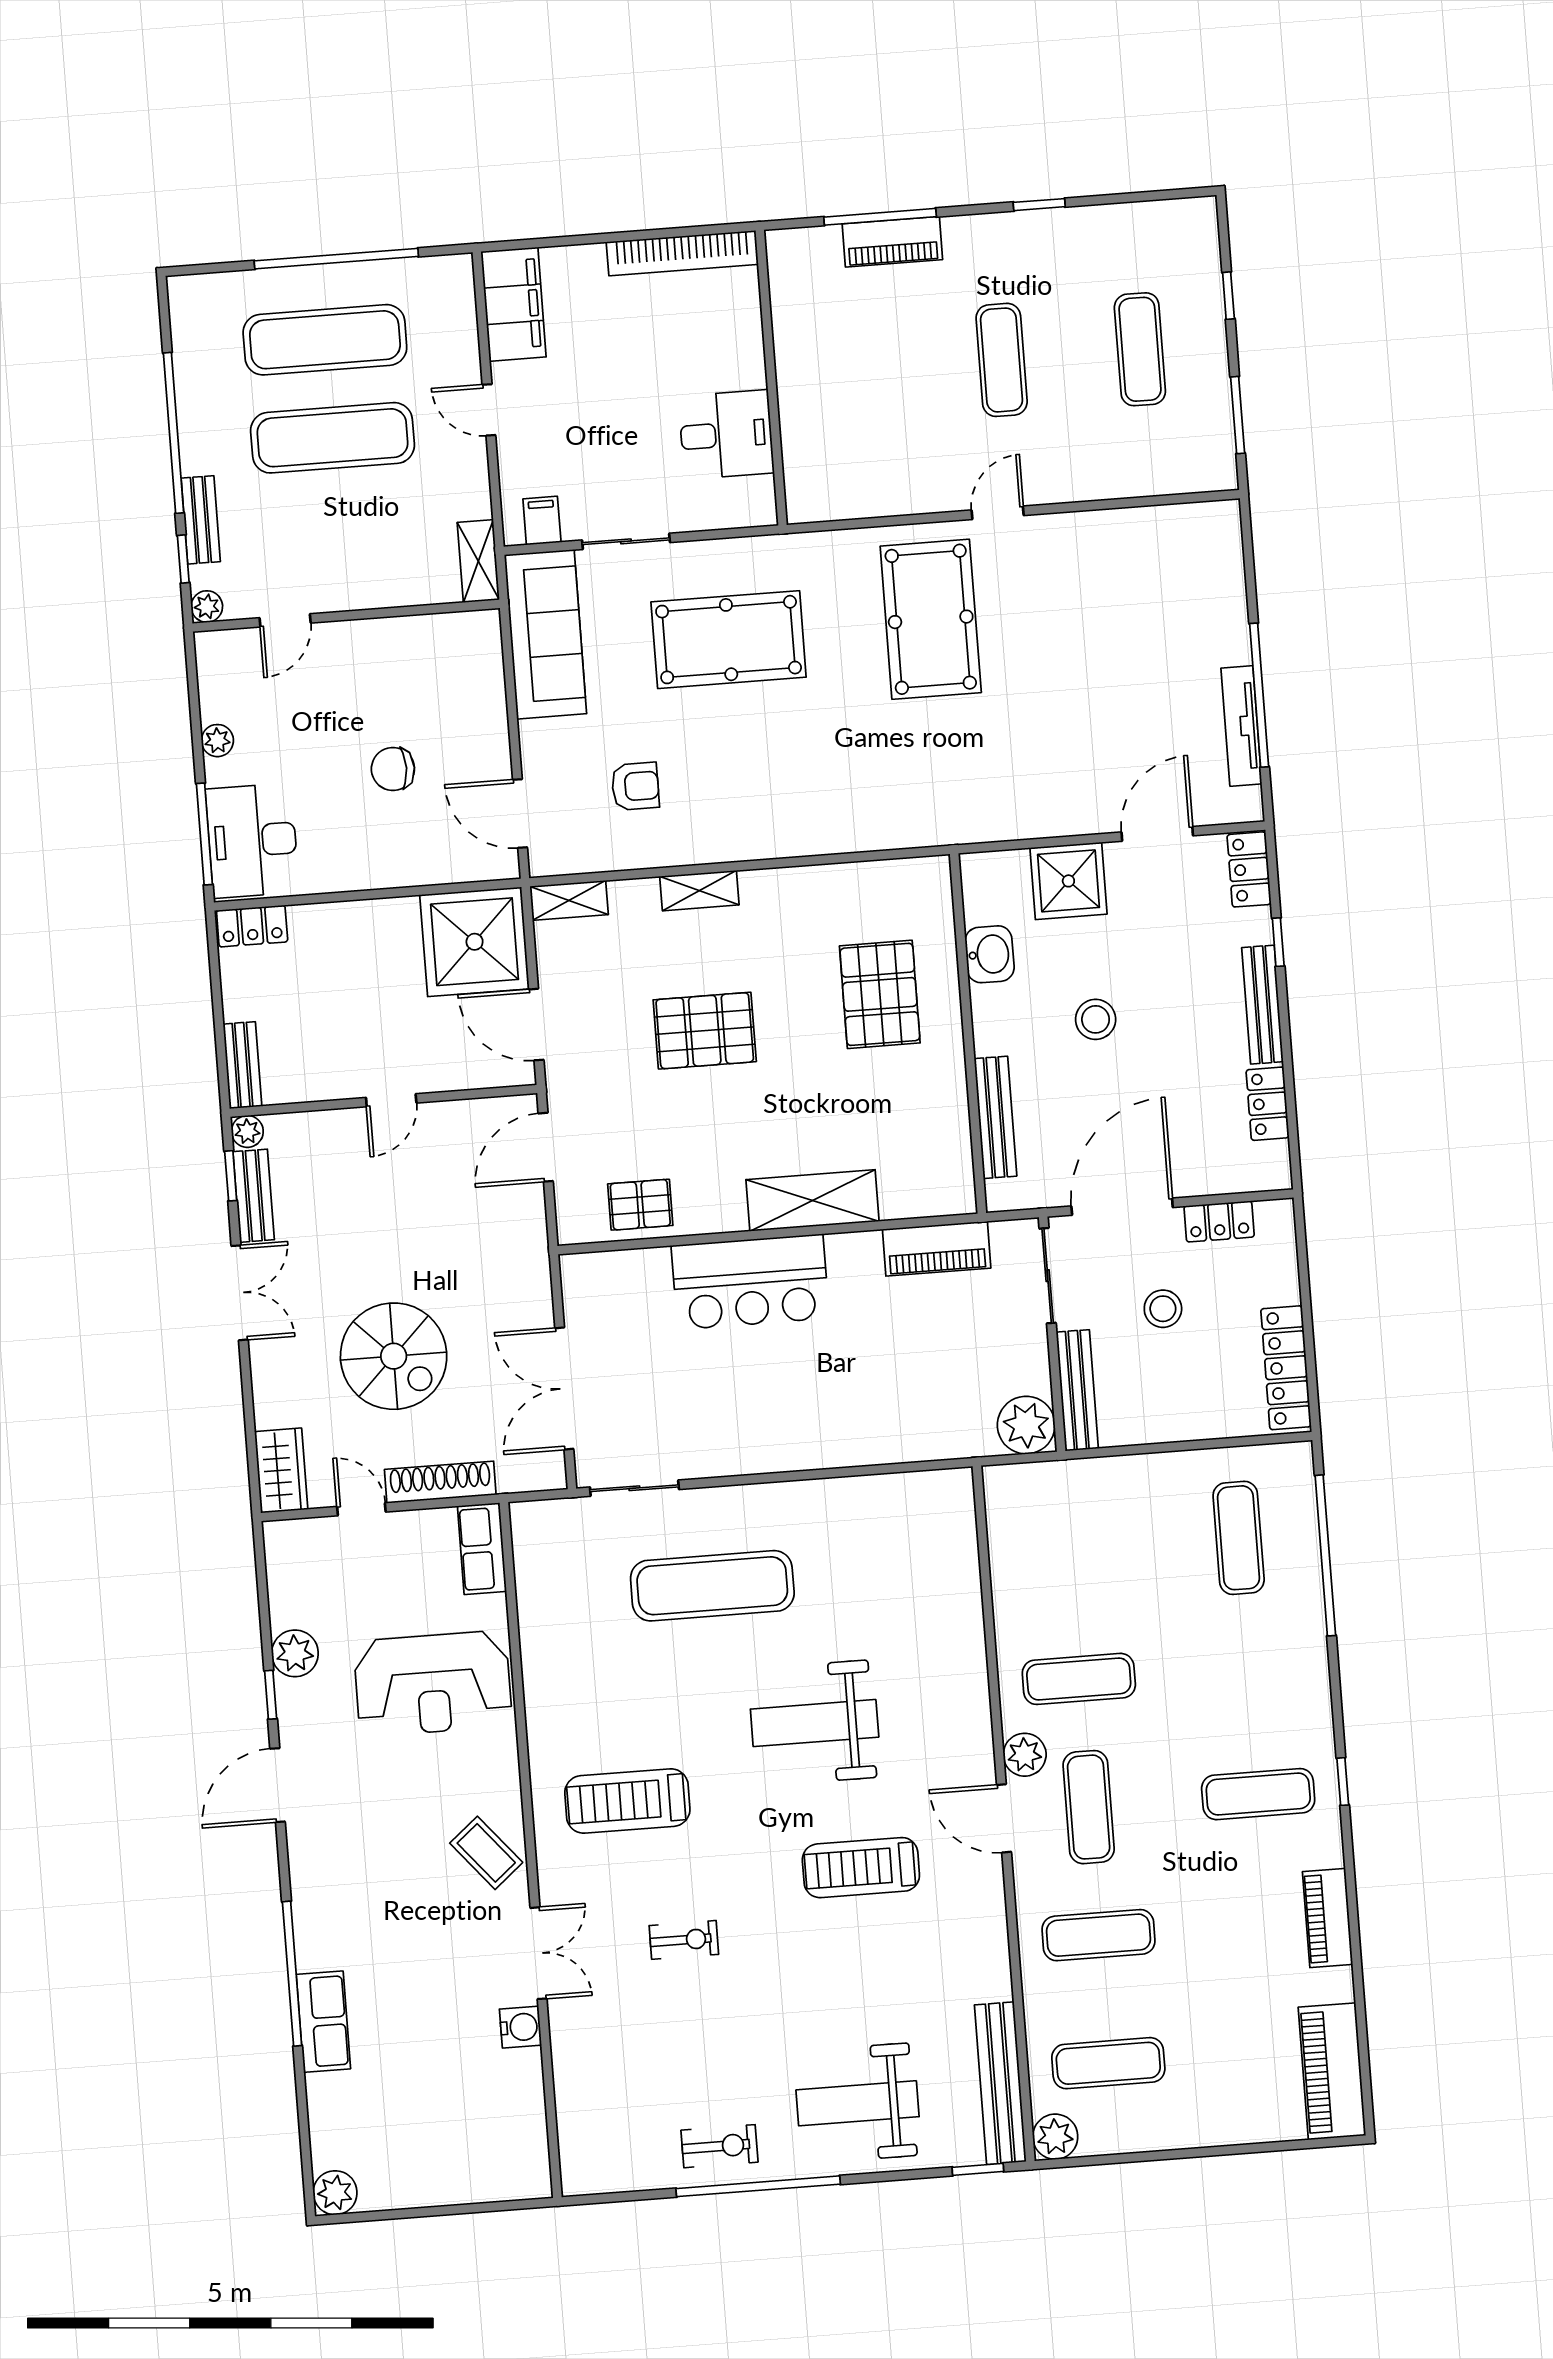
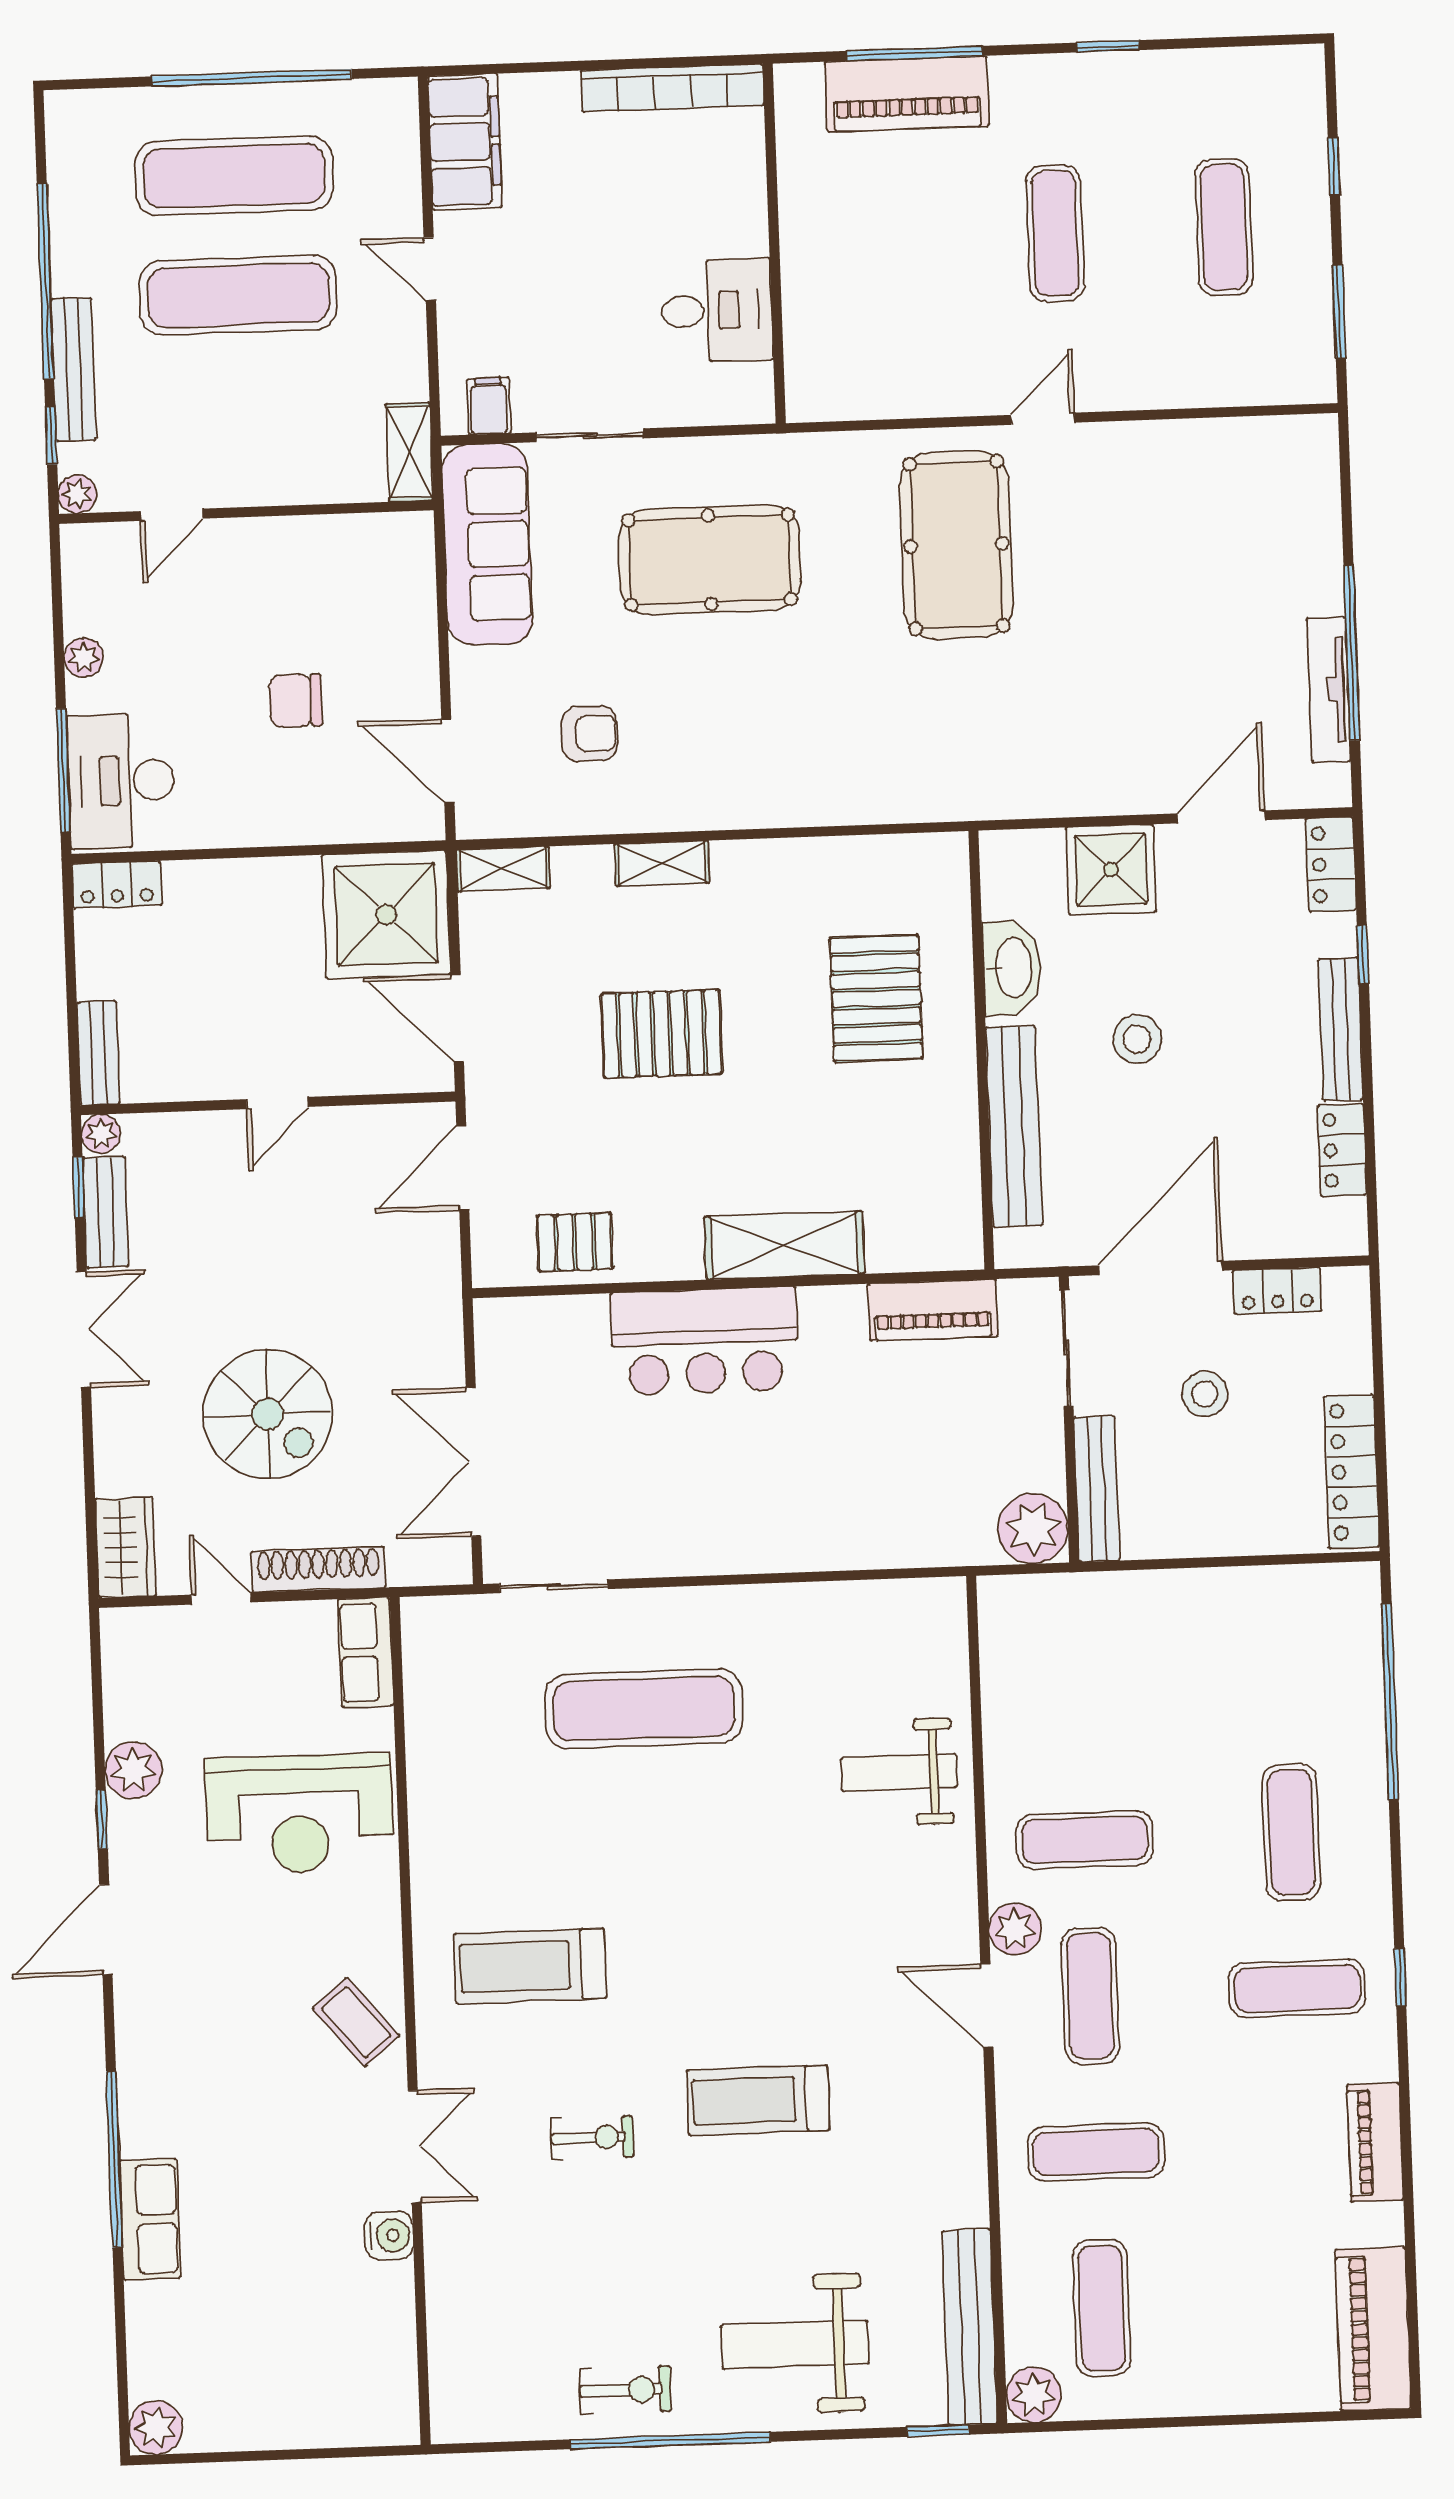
piano: (892, 242) -> (907, 94), width x1.37, depth x1.33
bench: (201, 520) -> (74, 369), width x1.36
washbasin: (990, 954) -> (1012, 968), width x1.38
bench: (995, 1117) -> (1014, 1126), width x1.37, depth x1.21
exercise mat: (1239, 1538) -> (1291, 1832), moved
weight bench: (815, 1723) -> (899, 1773), moved, width x0.73, depth x0.75
treadmill: (861, 1868) -> (758, 2100), moved
exercise mat: (1108, 2063) -> (1102, 2308), turned 90

